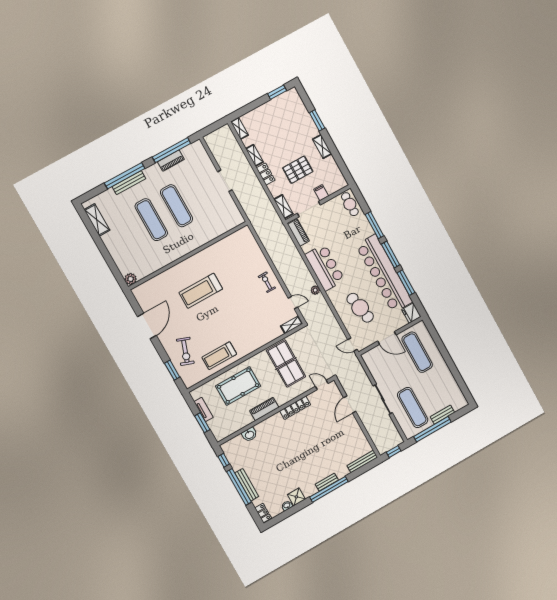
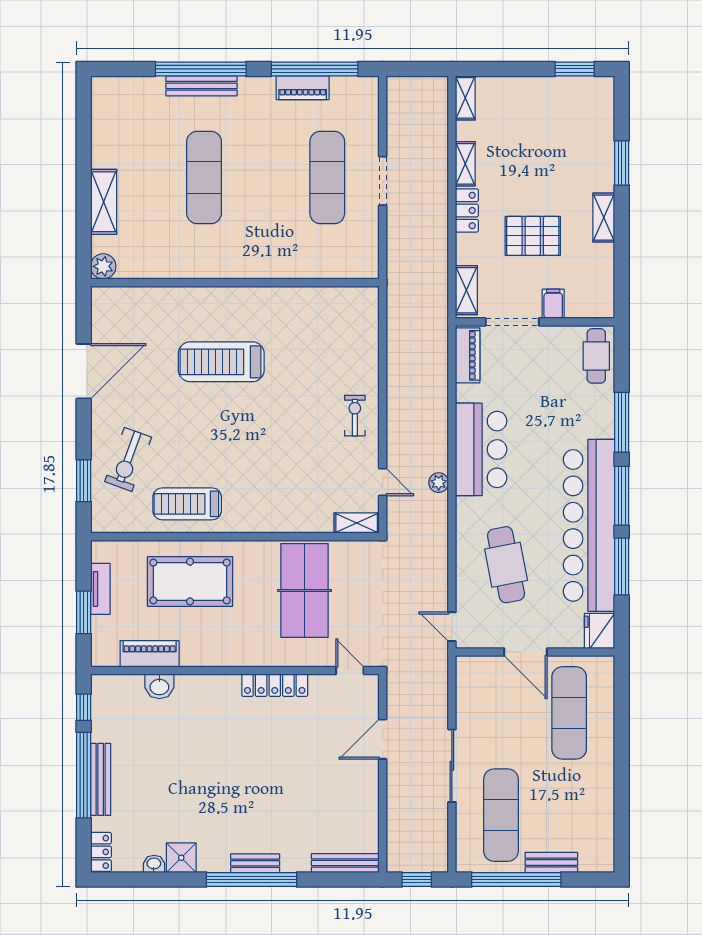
exercise mat: (176, 206) -> (327, 177), moved
shelving: (97, 220) -> (104, 202), moved
piano: (264, 409) -> (150, 654), moved

